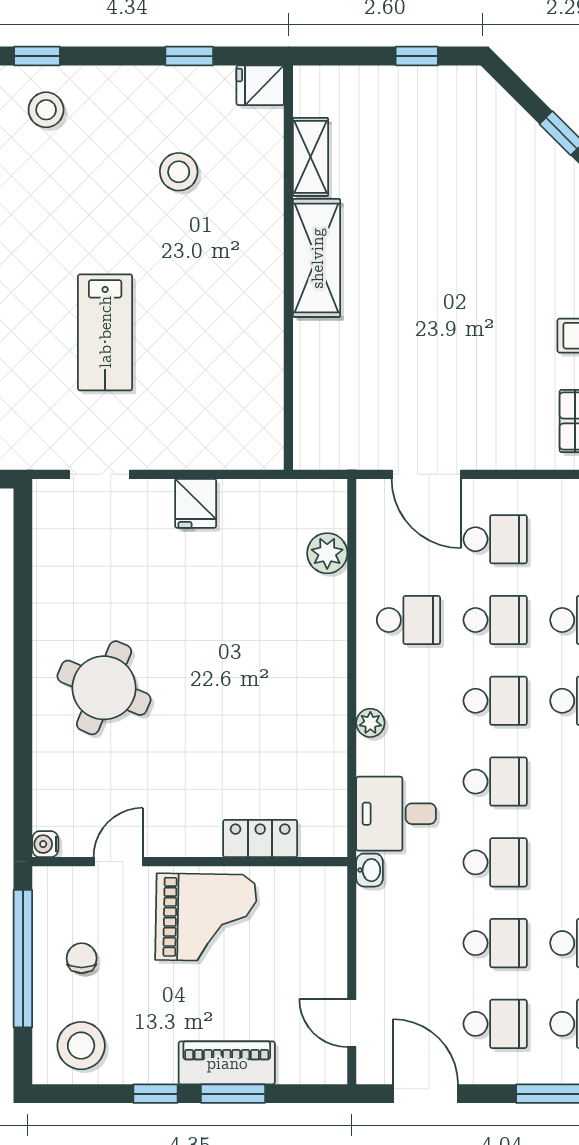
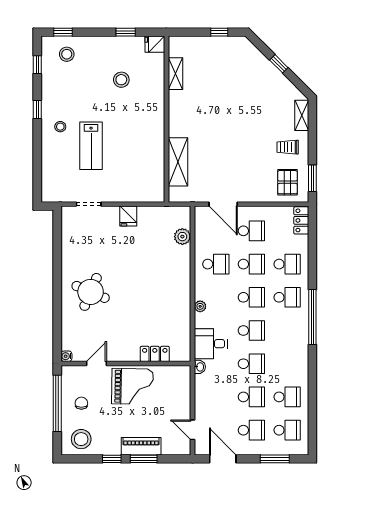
shelving: (317, 258) -> (178, 162), moved
stool: (30, 286) -> (60, 127), added

